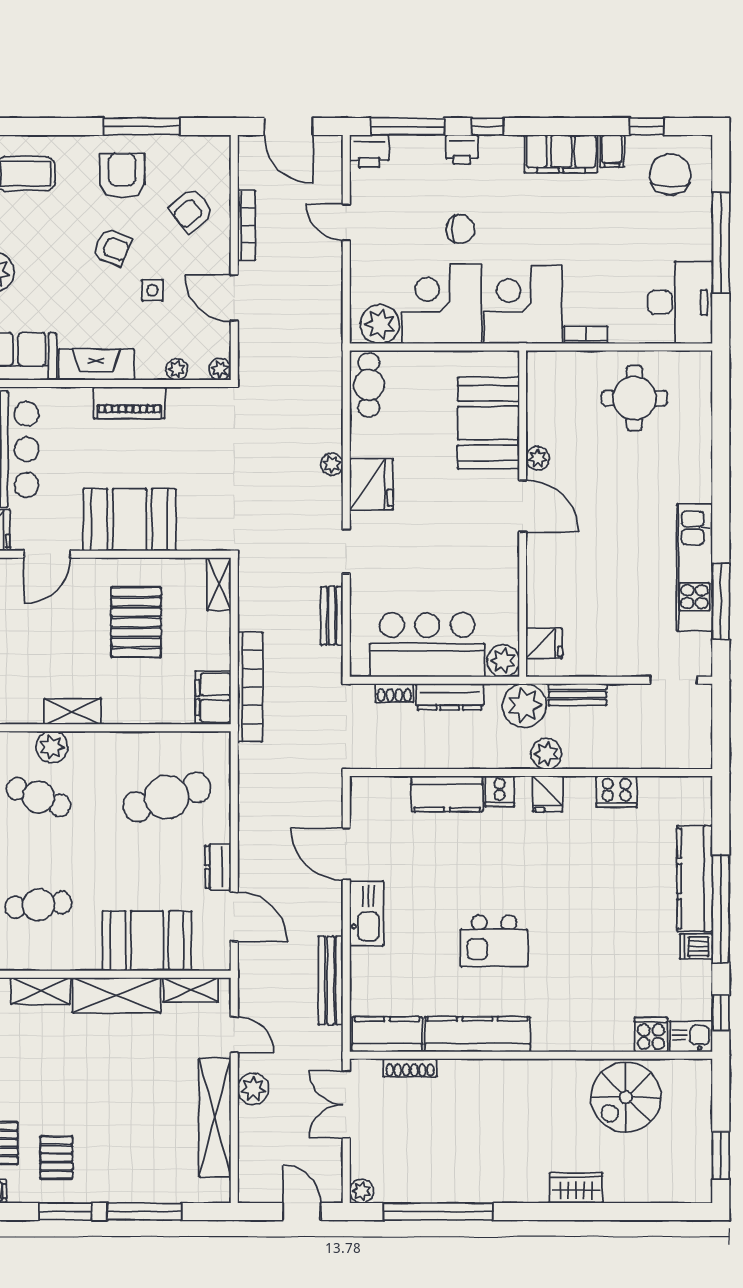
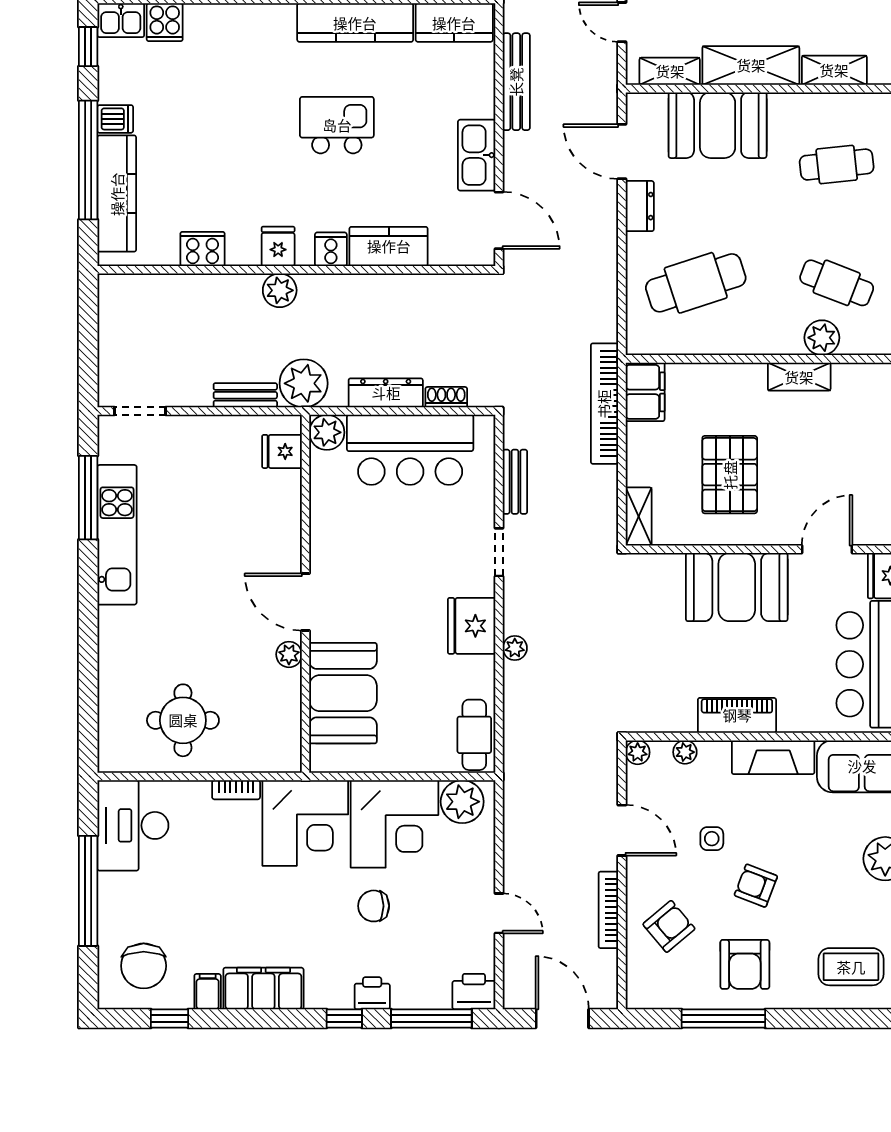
plant: (546, 754) -> (280, 290), moved
wall: (531, 773) -> (296, 270), moved
cooker: (500, 791) -> (331, 249), moved
cooker: (617, 792) -> (203, 249), moved
kitchen counter: (447, 794) -> (389, 246), moved
fridge: (548, 794) -> (278, 246), moved

